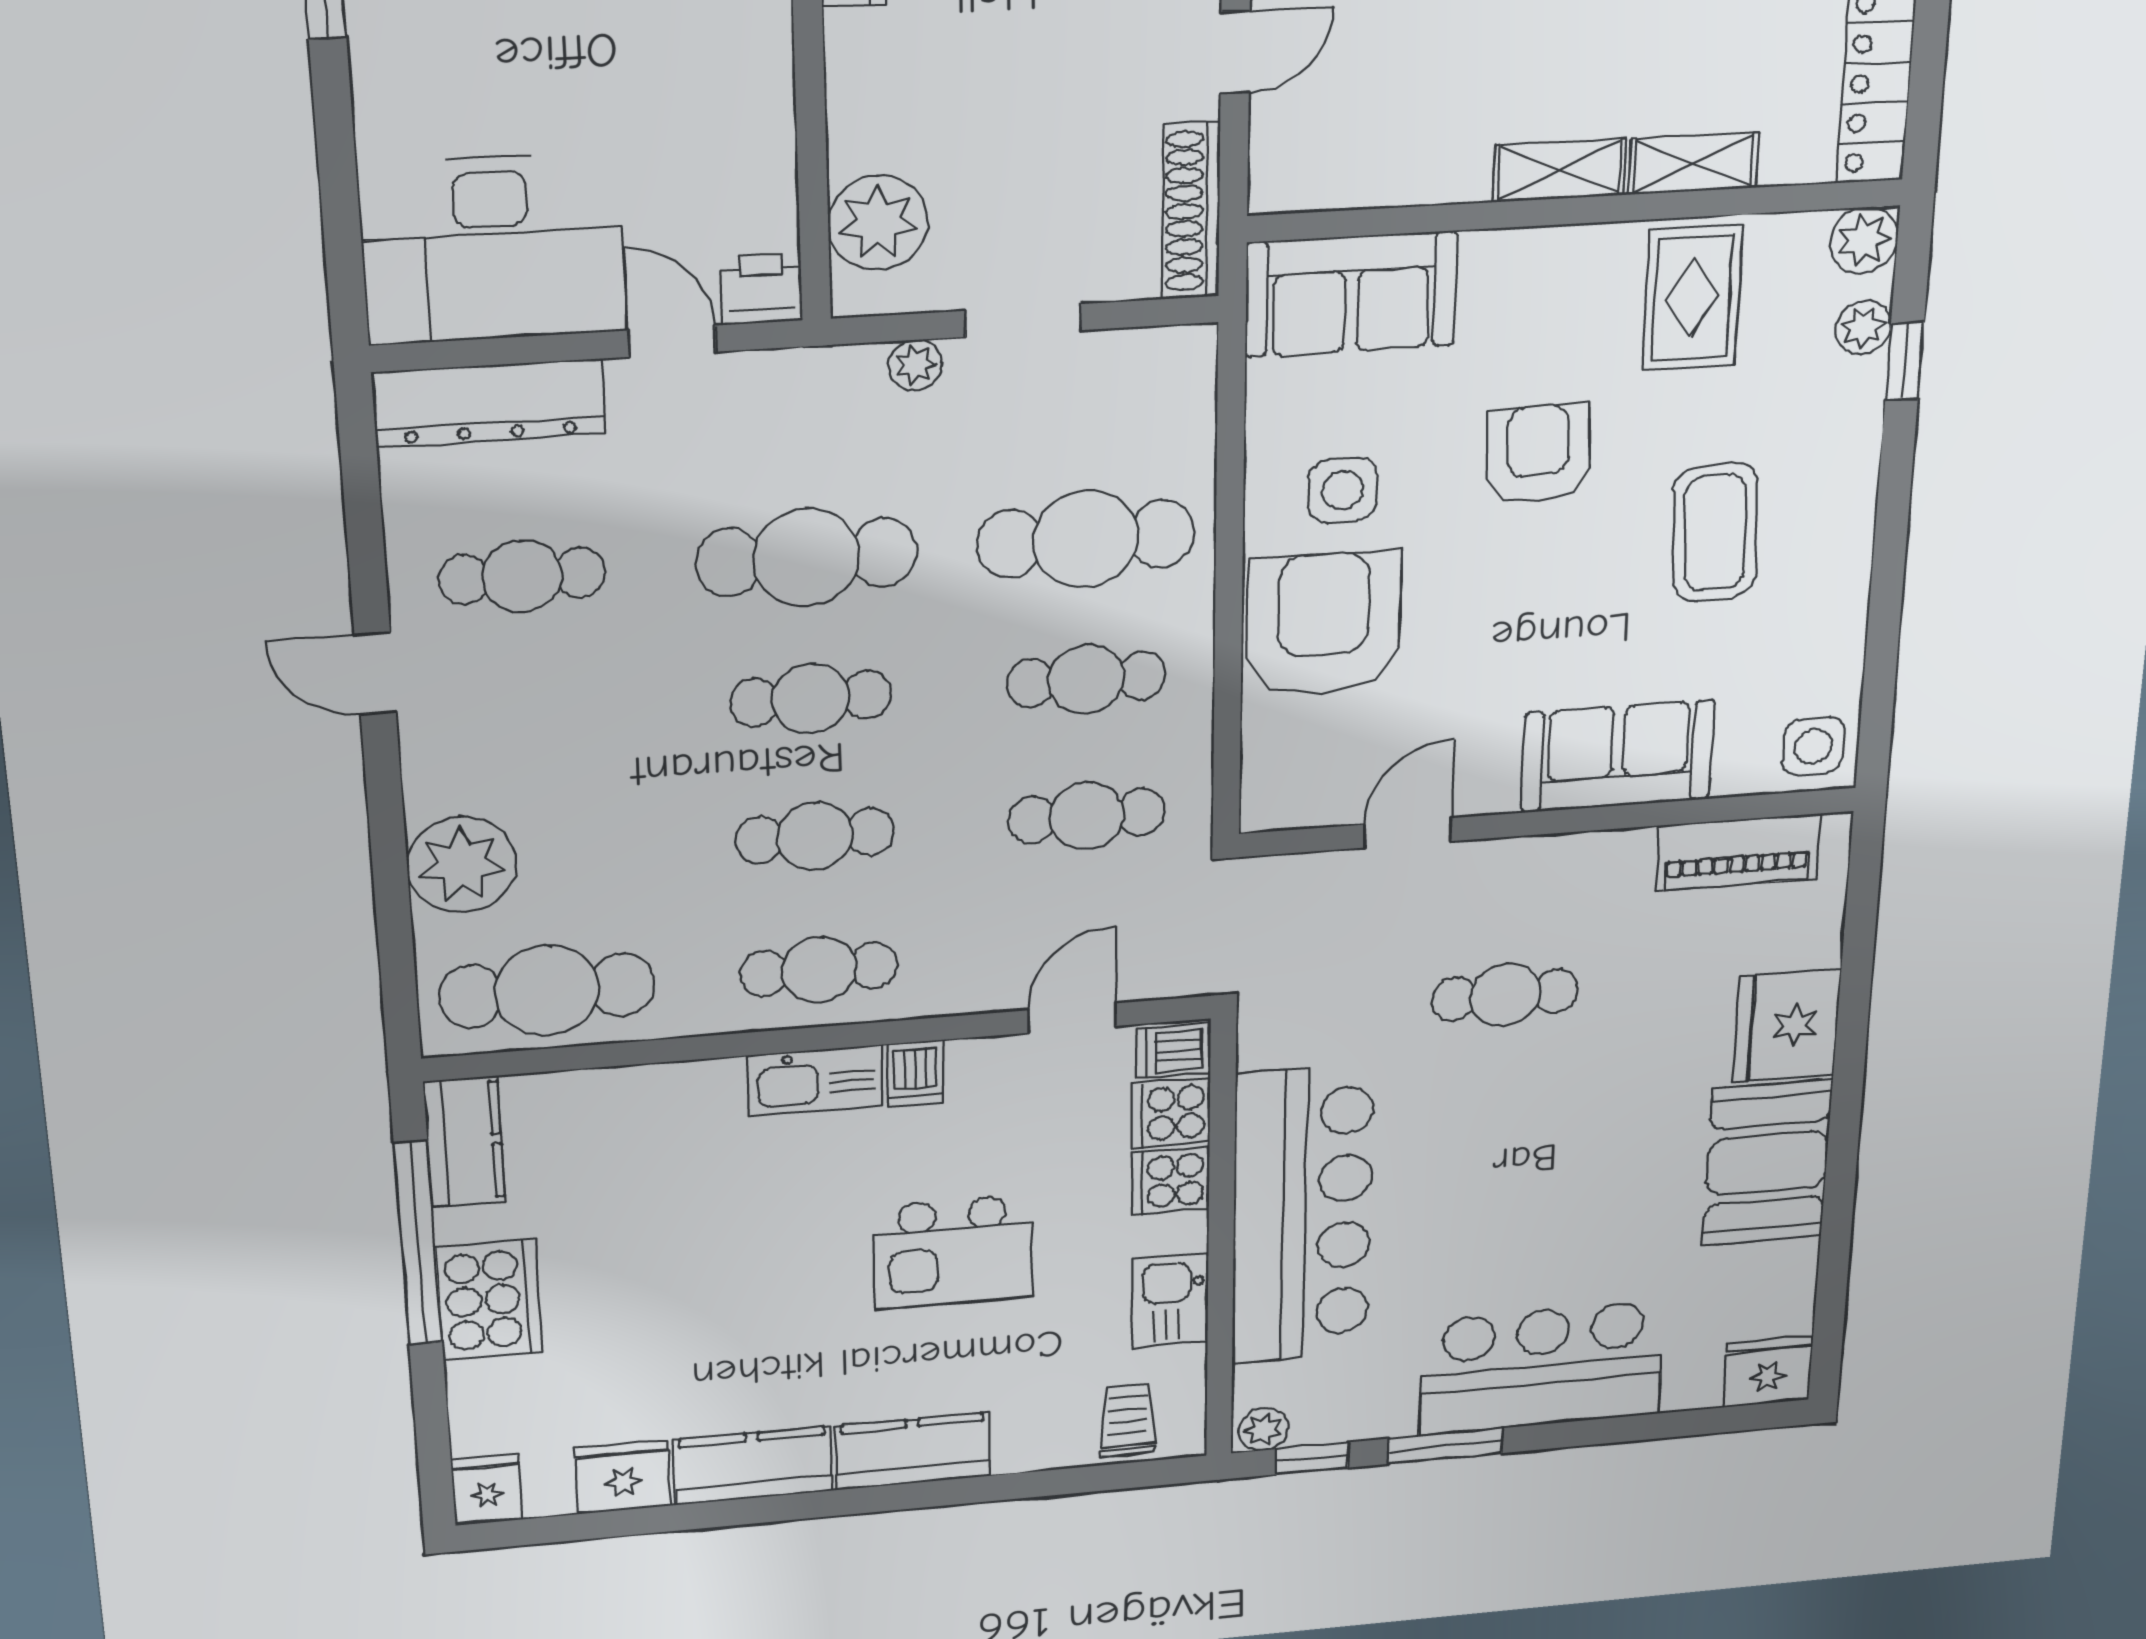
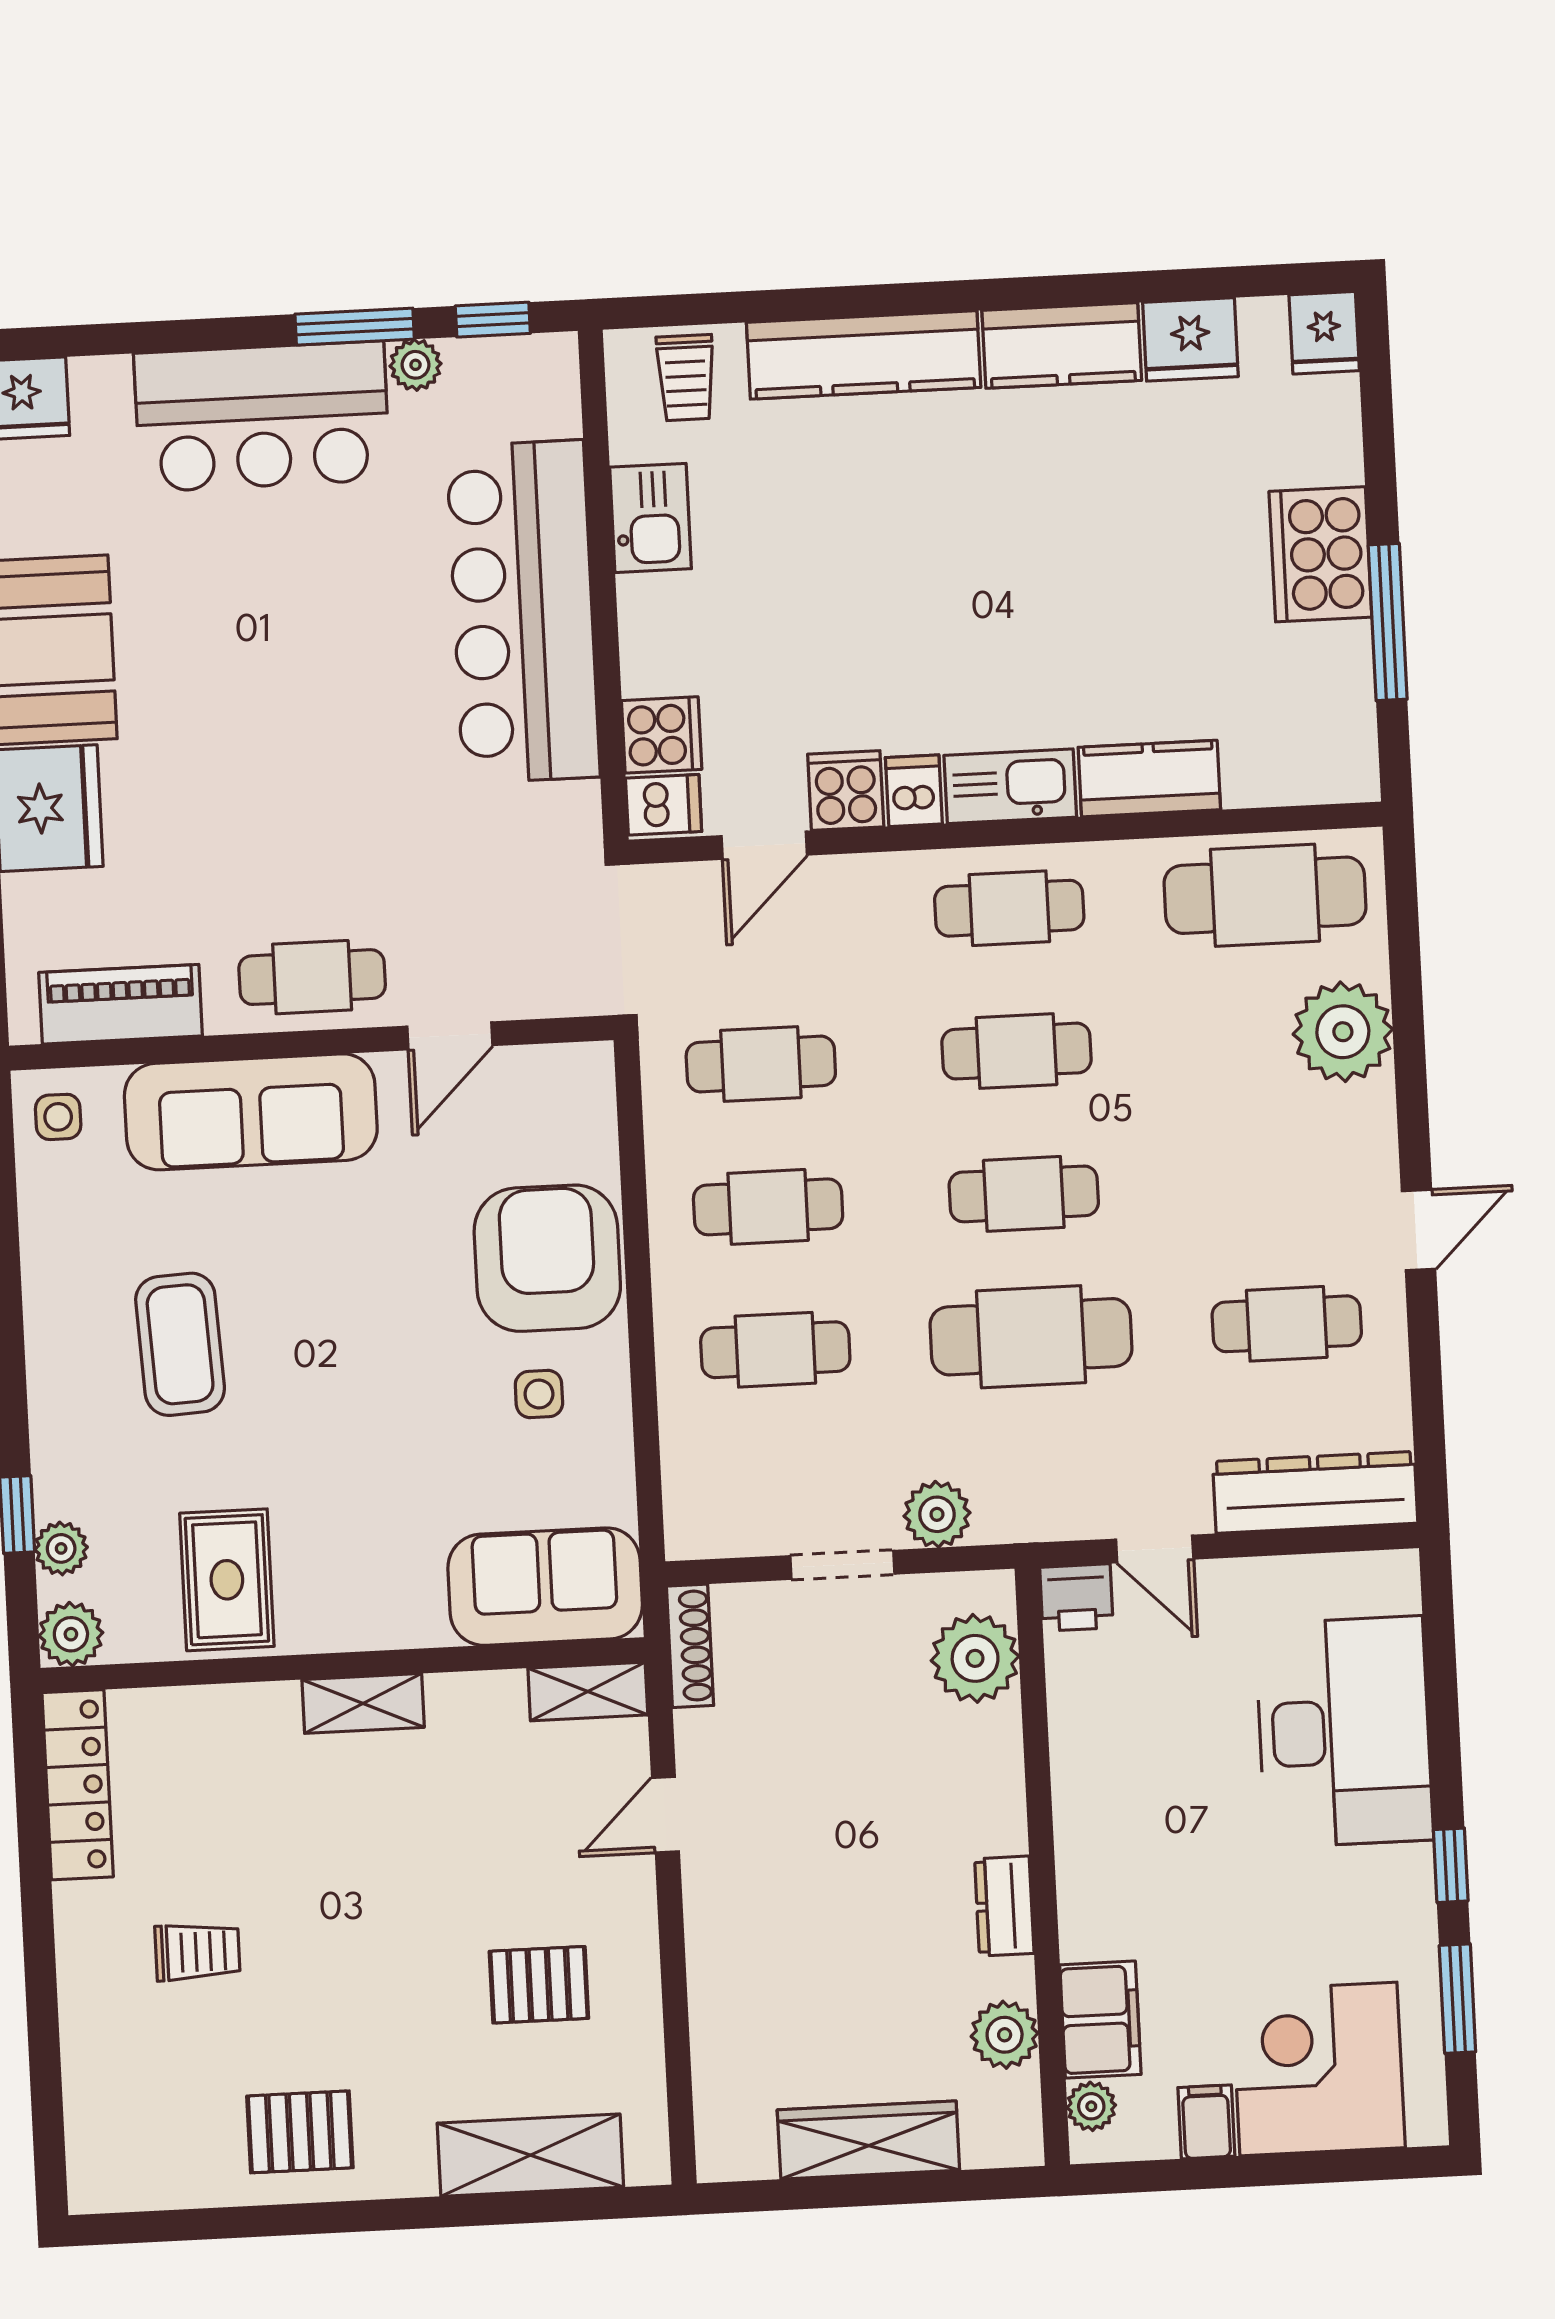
shelving: (1693, 163) -> (588, 1692), moved
shoe rack: (1191, 211) -> (690, 1646), width x0.74, depth x0.81
desk: (493, 248) -> (1344, 1732), moved, turned 90
plant: (916, 365) -> (937, 1514), width x1.38, depth x1.38
armchair: (1538, 454) -> (358, 1427), removed
side table: (1343, 490) -> (539, 1394), width x0.73, depth x0.73
cafe table: (1086, 539) -> (775, 1350), width x0.73, depth x0.74
armchair: (1323, 624) -> (547, 1258), turned 180
door: (375, 673) -> (1419, 1230), hinge flipped
side table: (1813, 746) -> (58, 1117), width x0.73, depth x0.73
sofa: (1618, 756) -> (251, 1112), width x1.36
cafe table: (1505, 995) -> (312, 977), moved
kitchen counter: (464, 1142) -> (1149, 779), moved, turned 90
cooker: (1171, 1181) -> (846, 790), moved, turned -90
window: (418, 1243) -> (1388, 622), width x0.68
kitchen island: (953, 1252) -> (870, 586), removed
plant: (1263, 1429) -> (416, 365), moved
kitchen counter: (913, 1451) -> (864, 355), width x1.50

